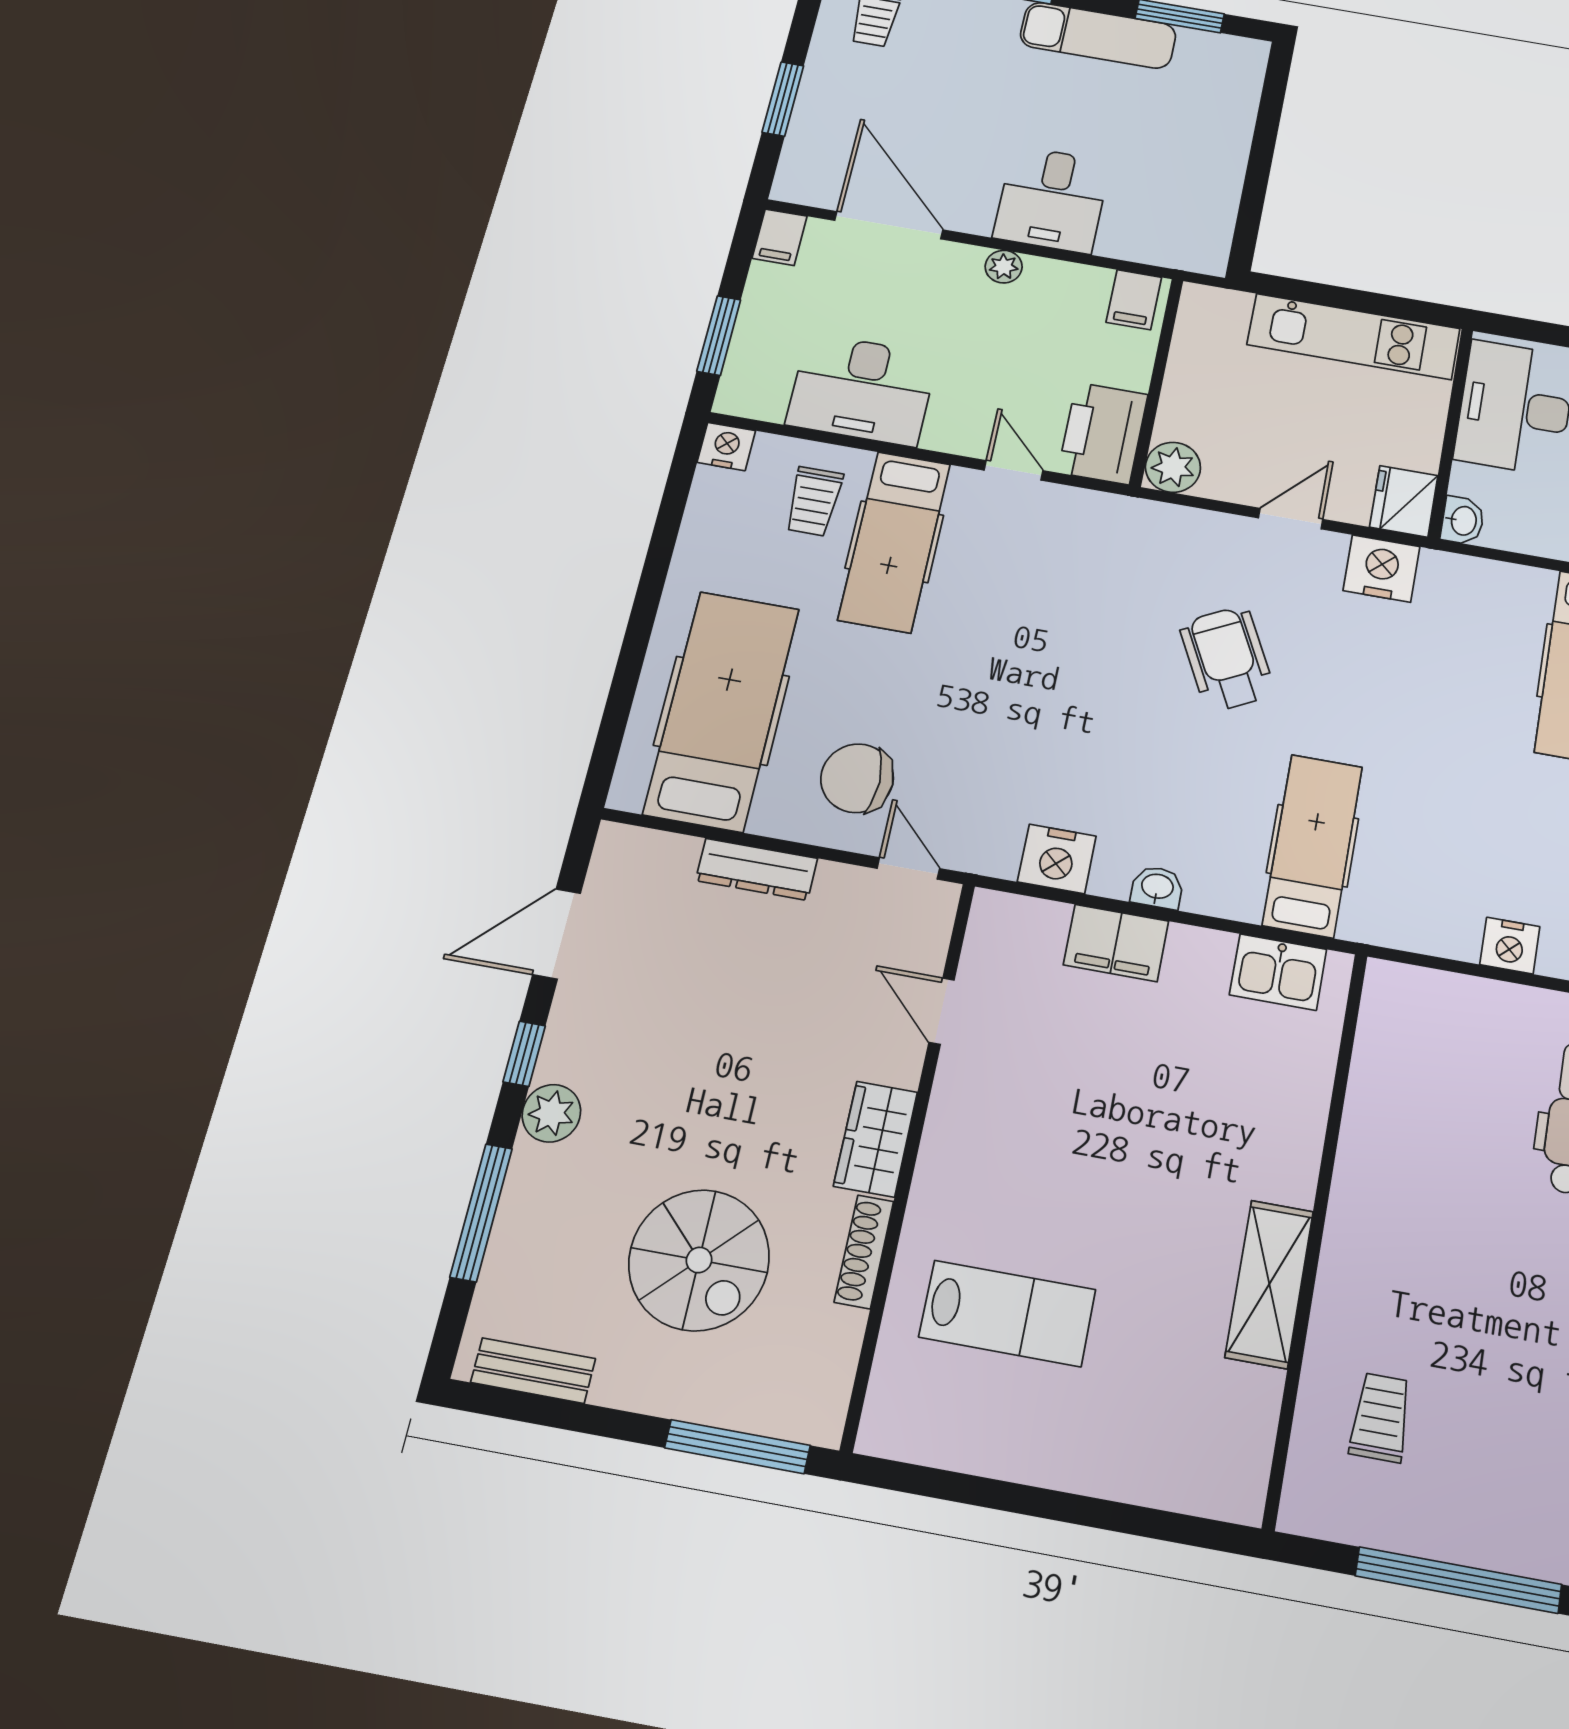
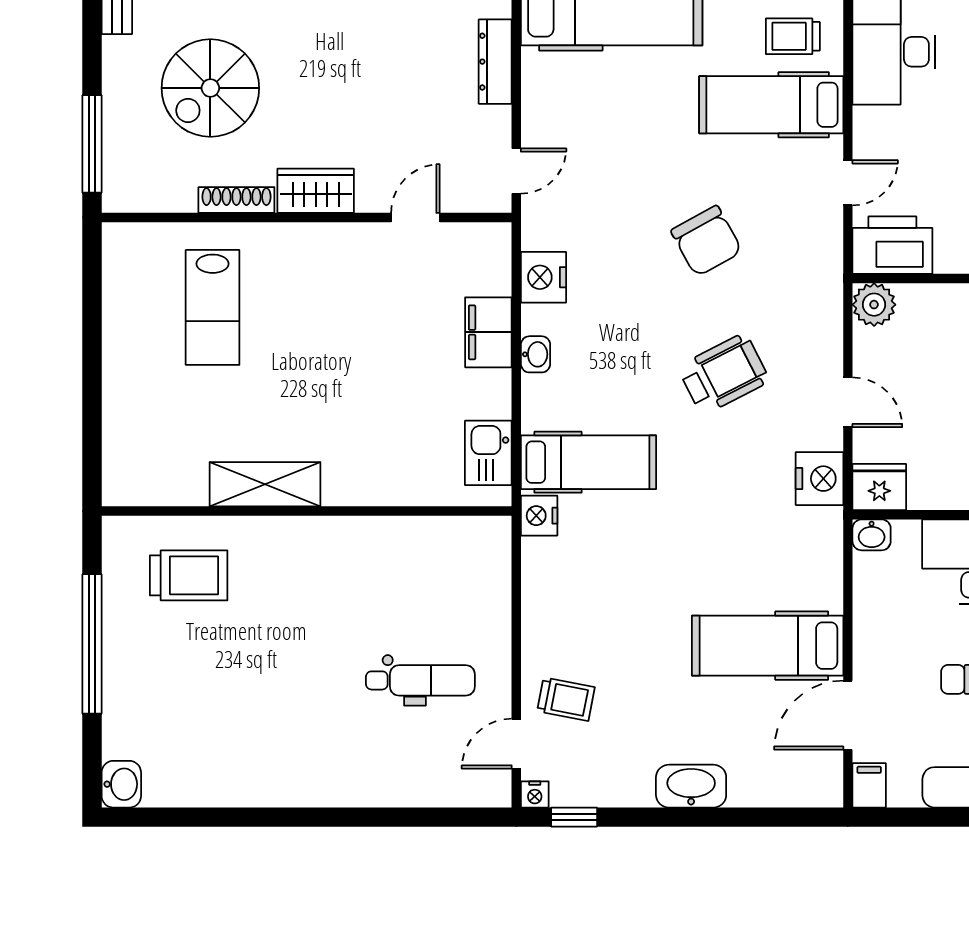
chair: (857, 778) -> (707, 241), moved, turned 151
nightstand: (1510, 946) -> (539, 516), moved
trolley: (1381, 1418) -> (189, 575), width x1.36, depth x1.39

